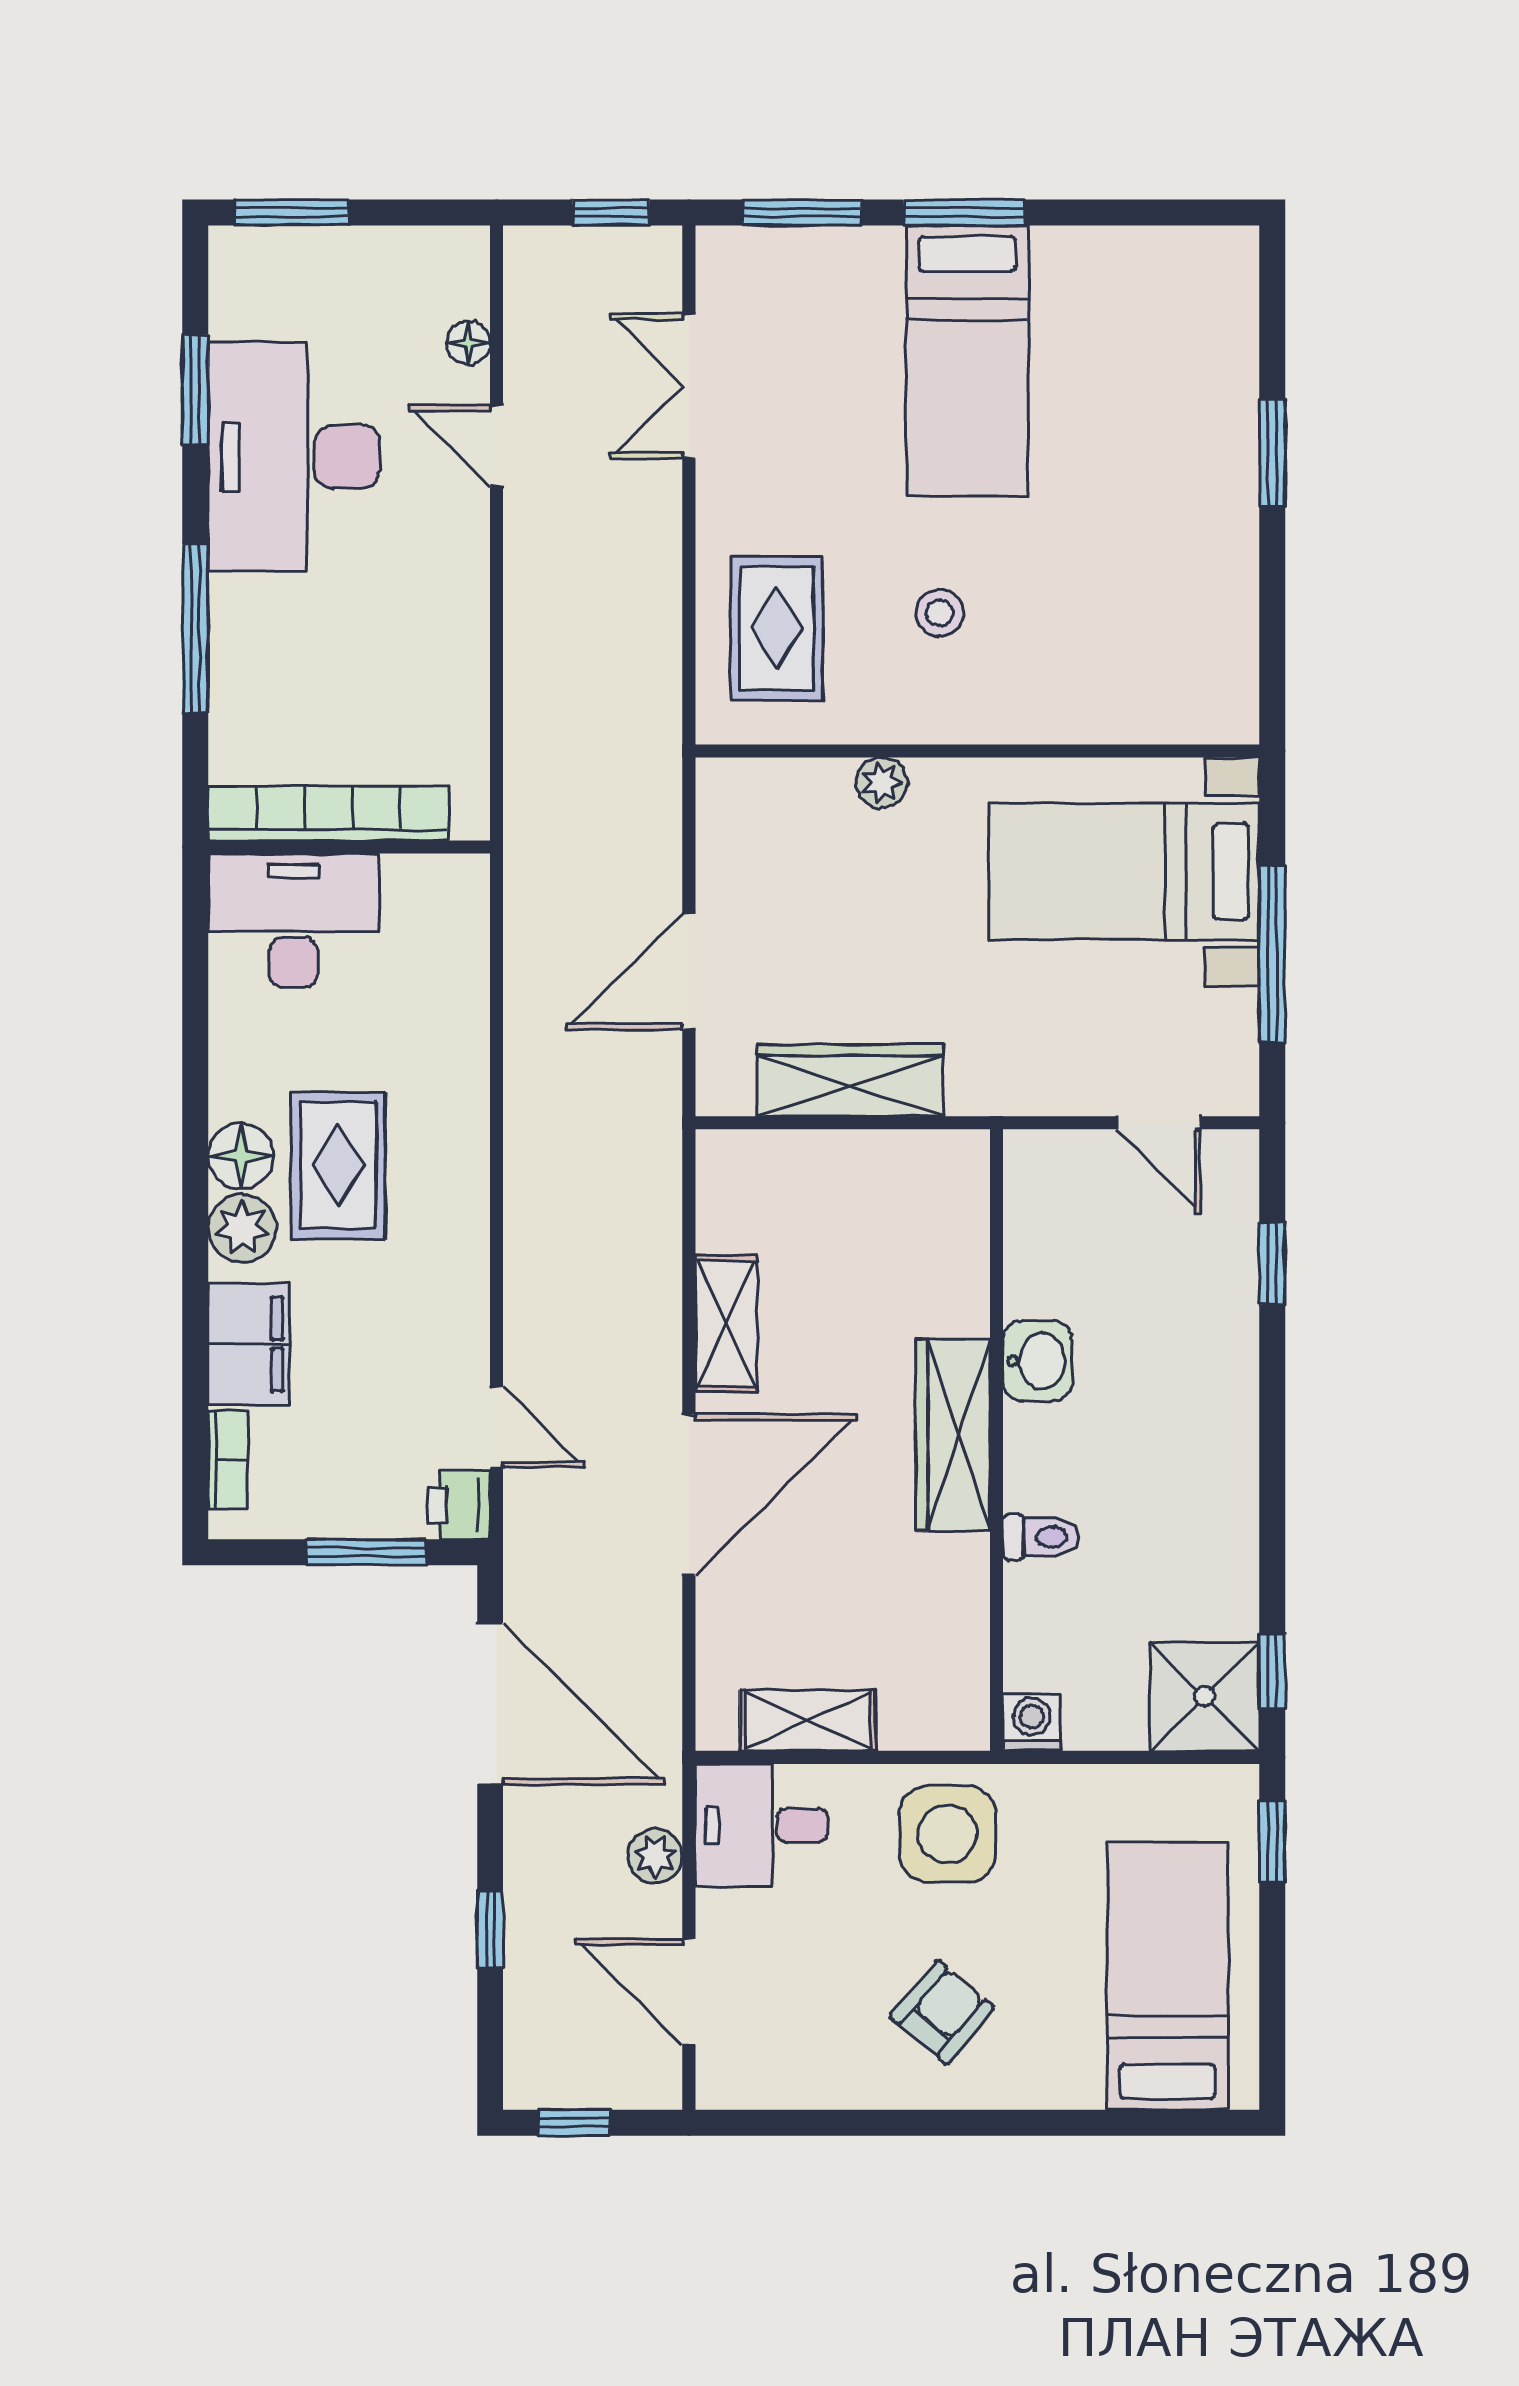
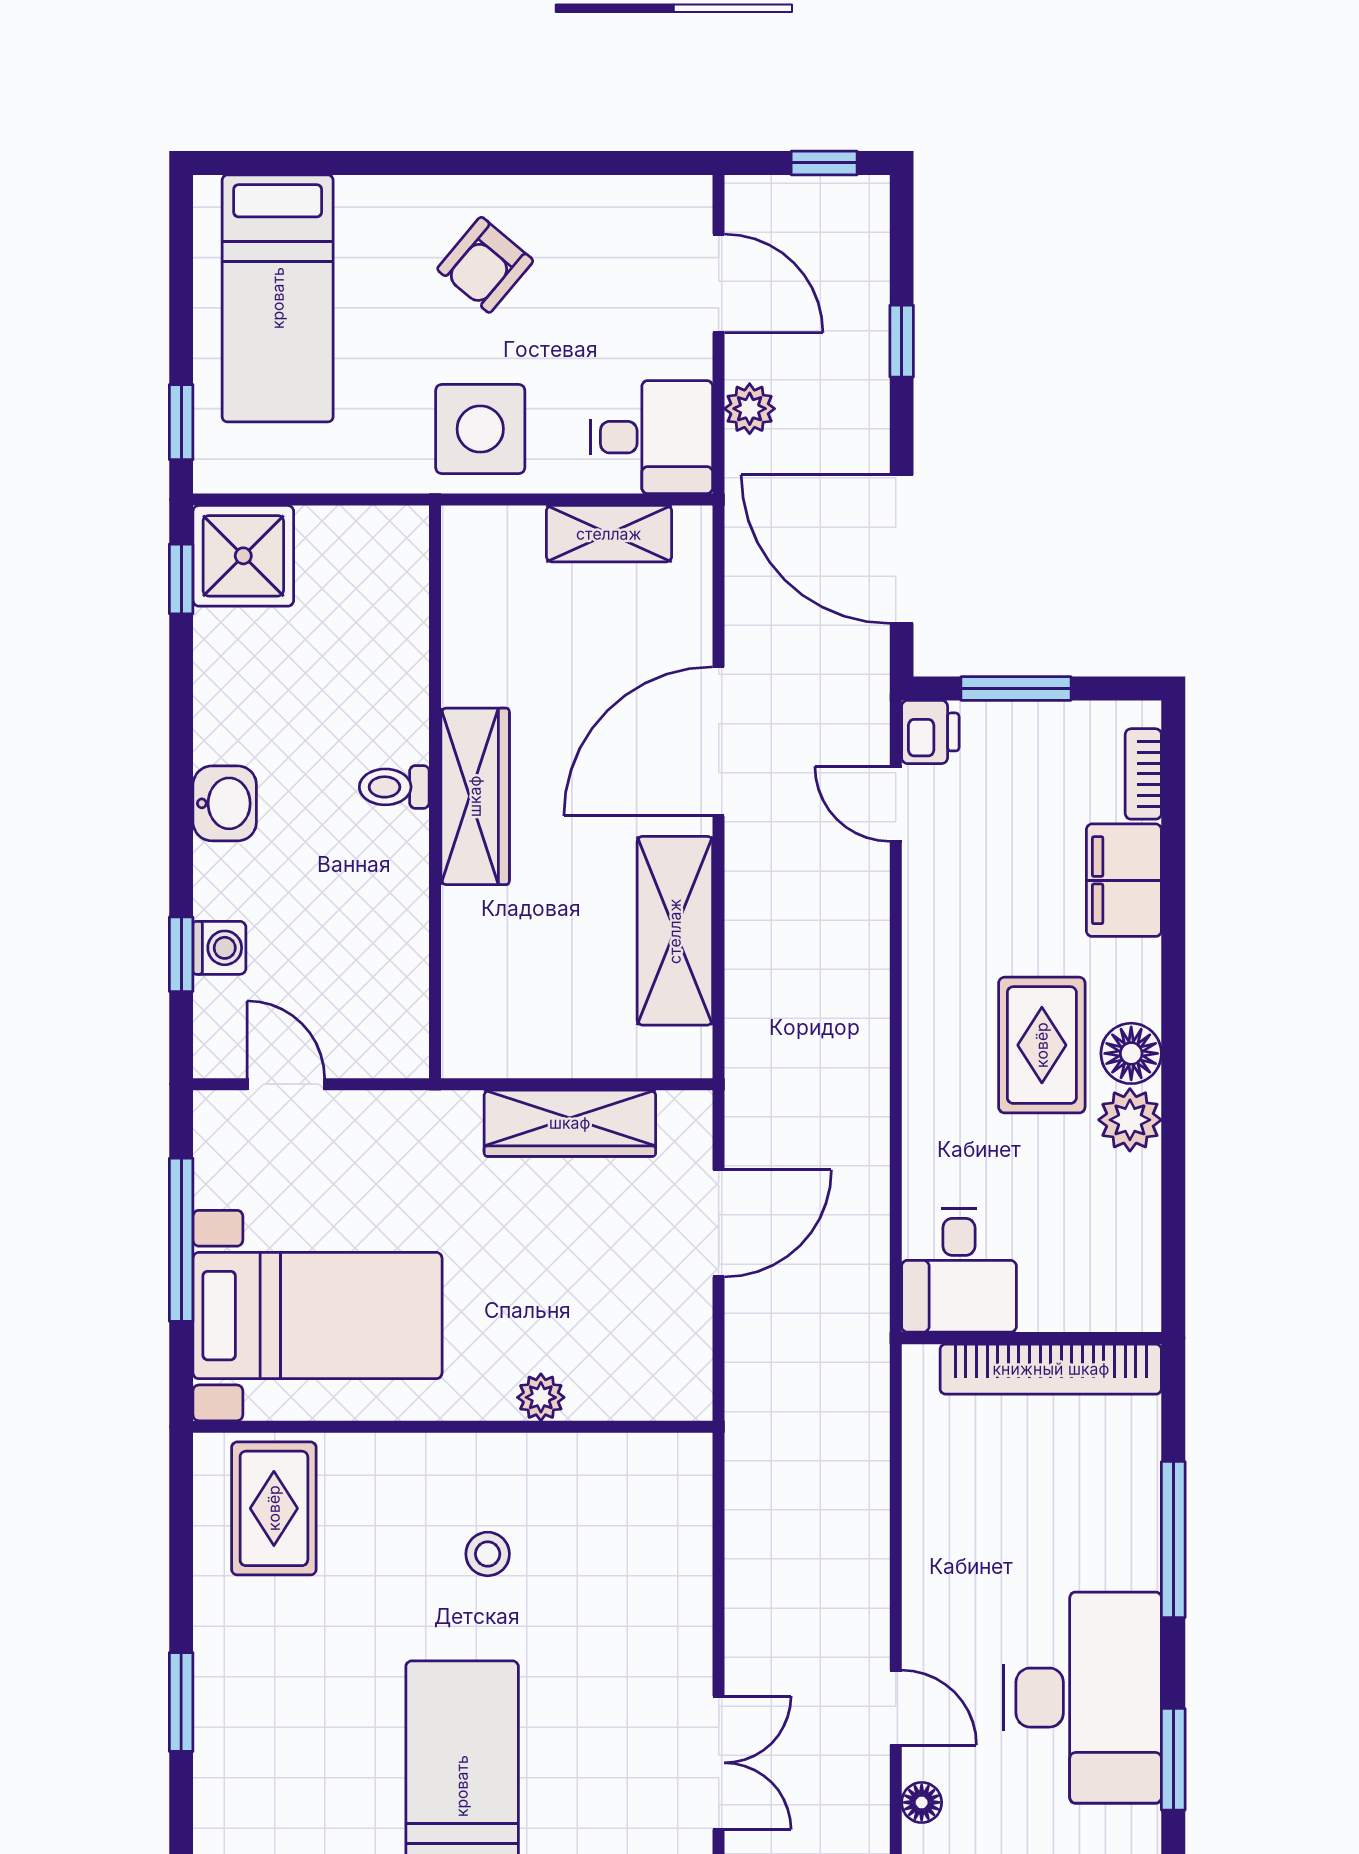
rug: (777, 628) -> (274, 1508), moved
desk: (294, 921) -> (959, 1270), moved, width x0.73
plant: (242, 1228) -> (1130, 1120), moved
shelving: (726, 1324) -> (675, 931), width x1.50, depth x1.33
washbasin: (1037, 1361) -> (225, 803), moved, turned 180
toilet: (1041, 1537) -> (394, 787), moved
washing machine: (1032, 1722) -> (219, 948), moved, turned -90

